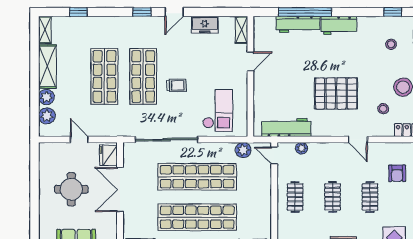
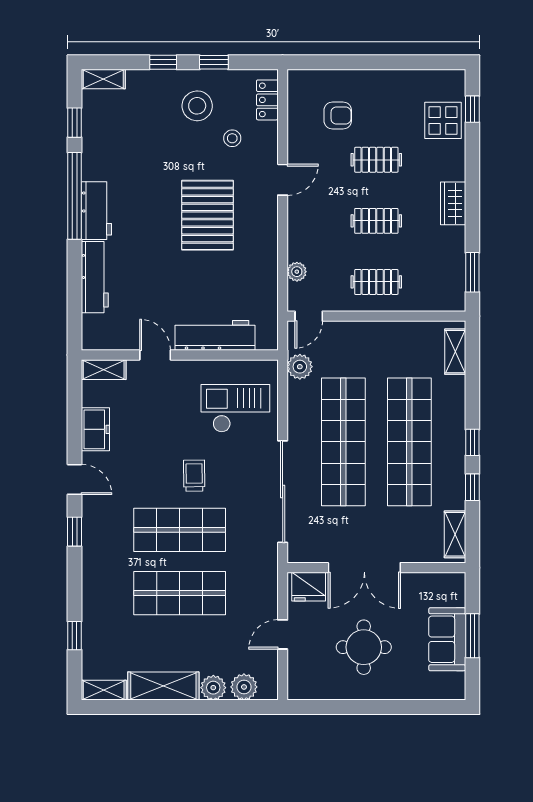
window: (305, 12) -> (74, 196), moved
stool: (391, 44) -> (127, 125), removed
workbench: (286, 128) -> (215, 335), moved, turned 90

